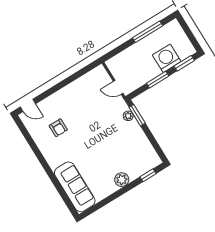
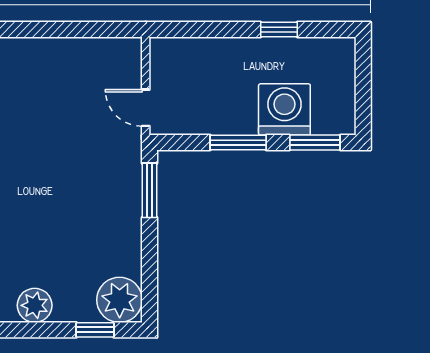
window: (148, 32) -> (279, 29), width x0.46
plant: (128, 116) -> (120, 300), moved, width x1.88, depth x1.88

